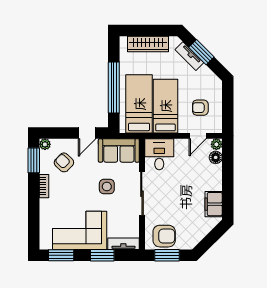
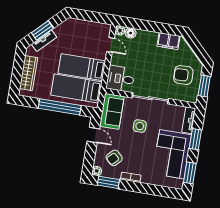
armchair: (200, 108) -> (88, 39), removed
armchair: (164, 236) -> (183, 75), moved, turned -92

